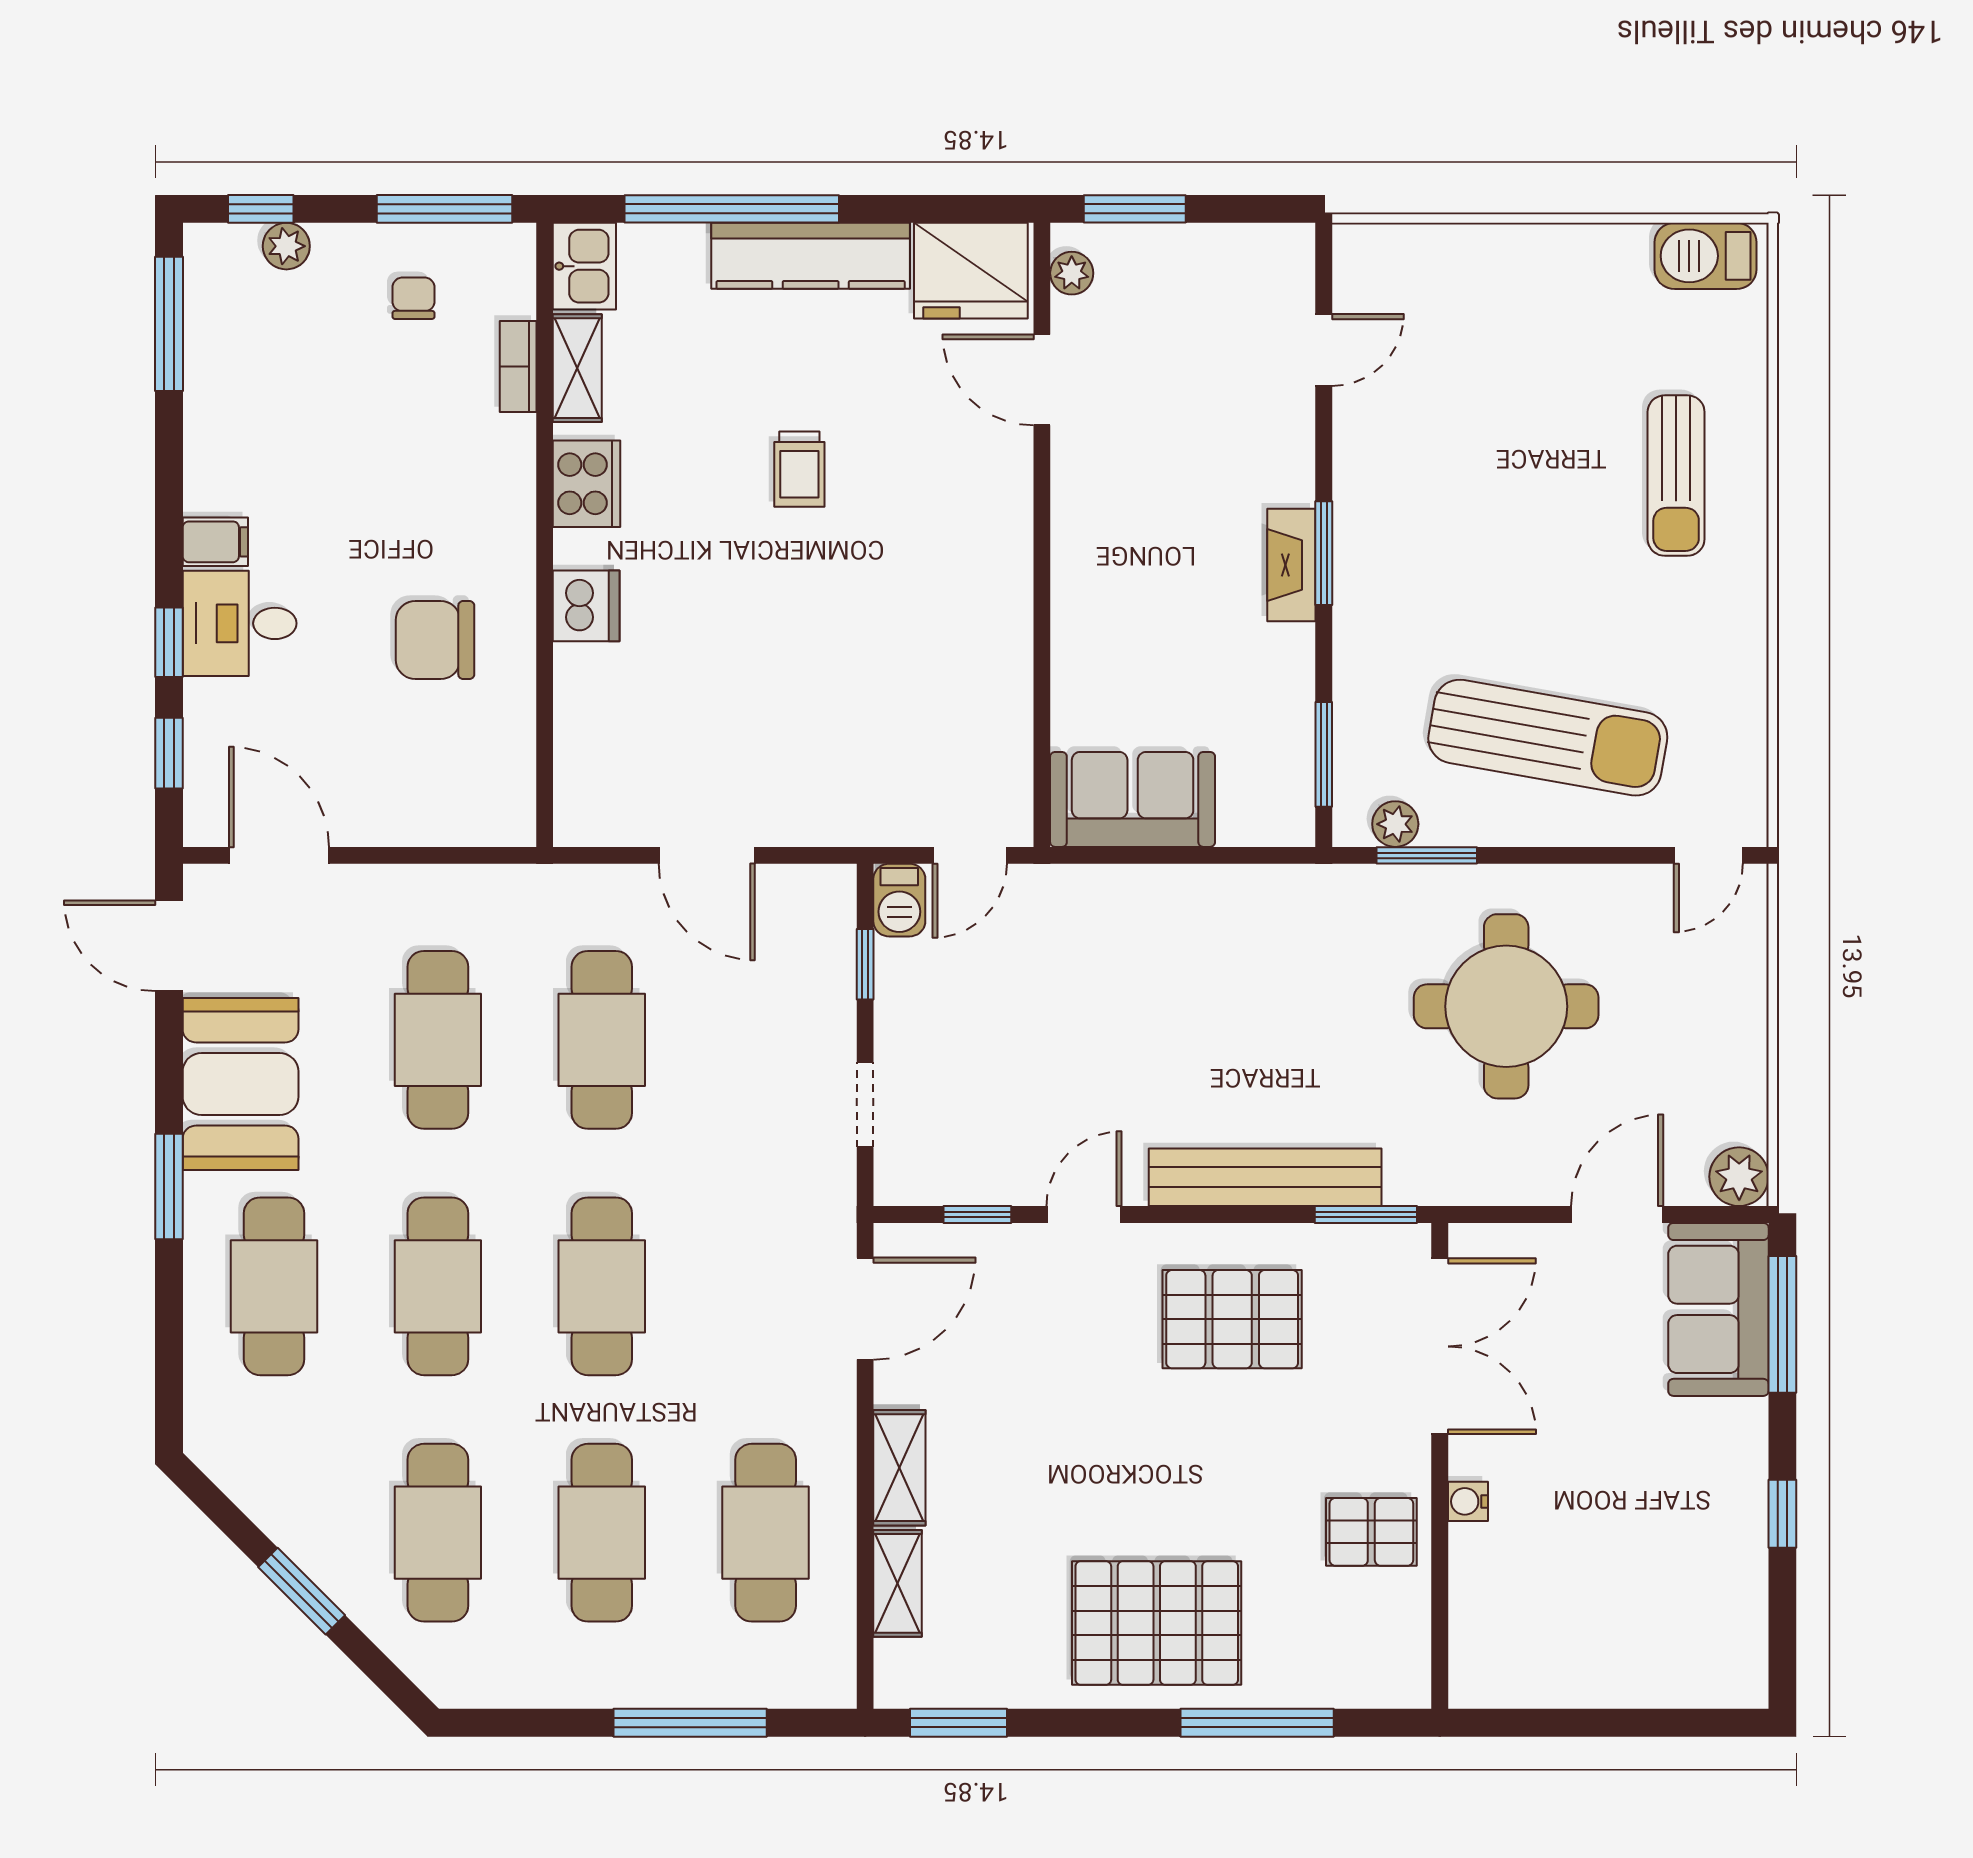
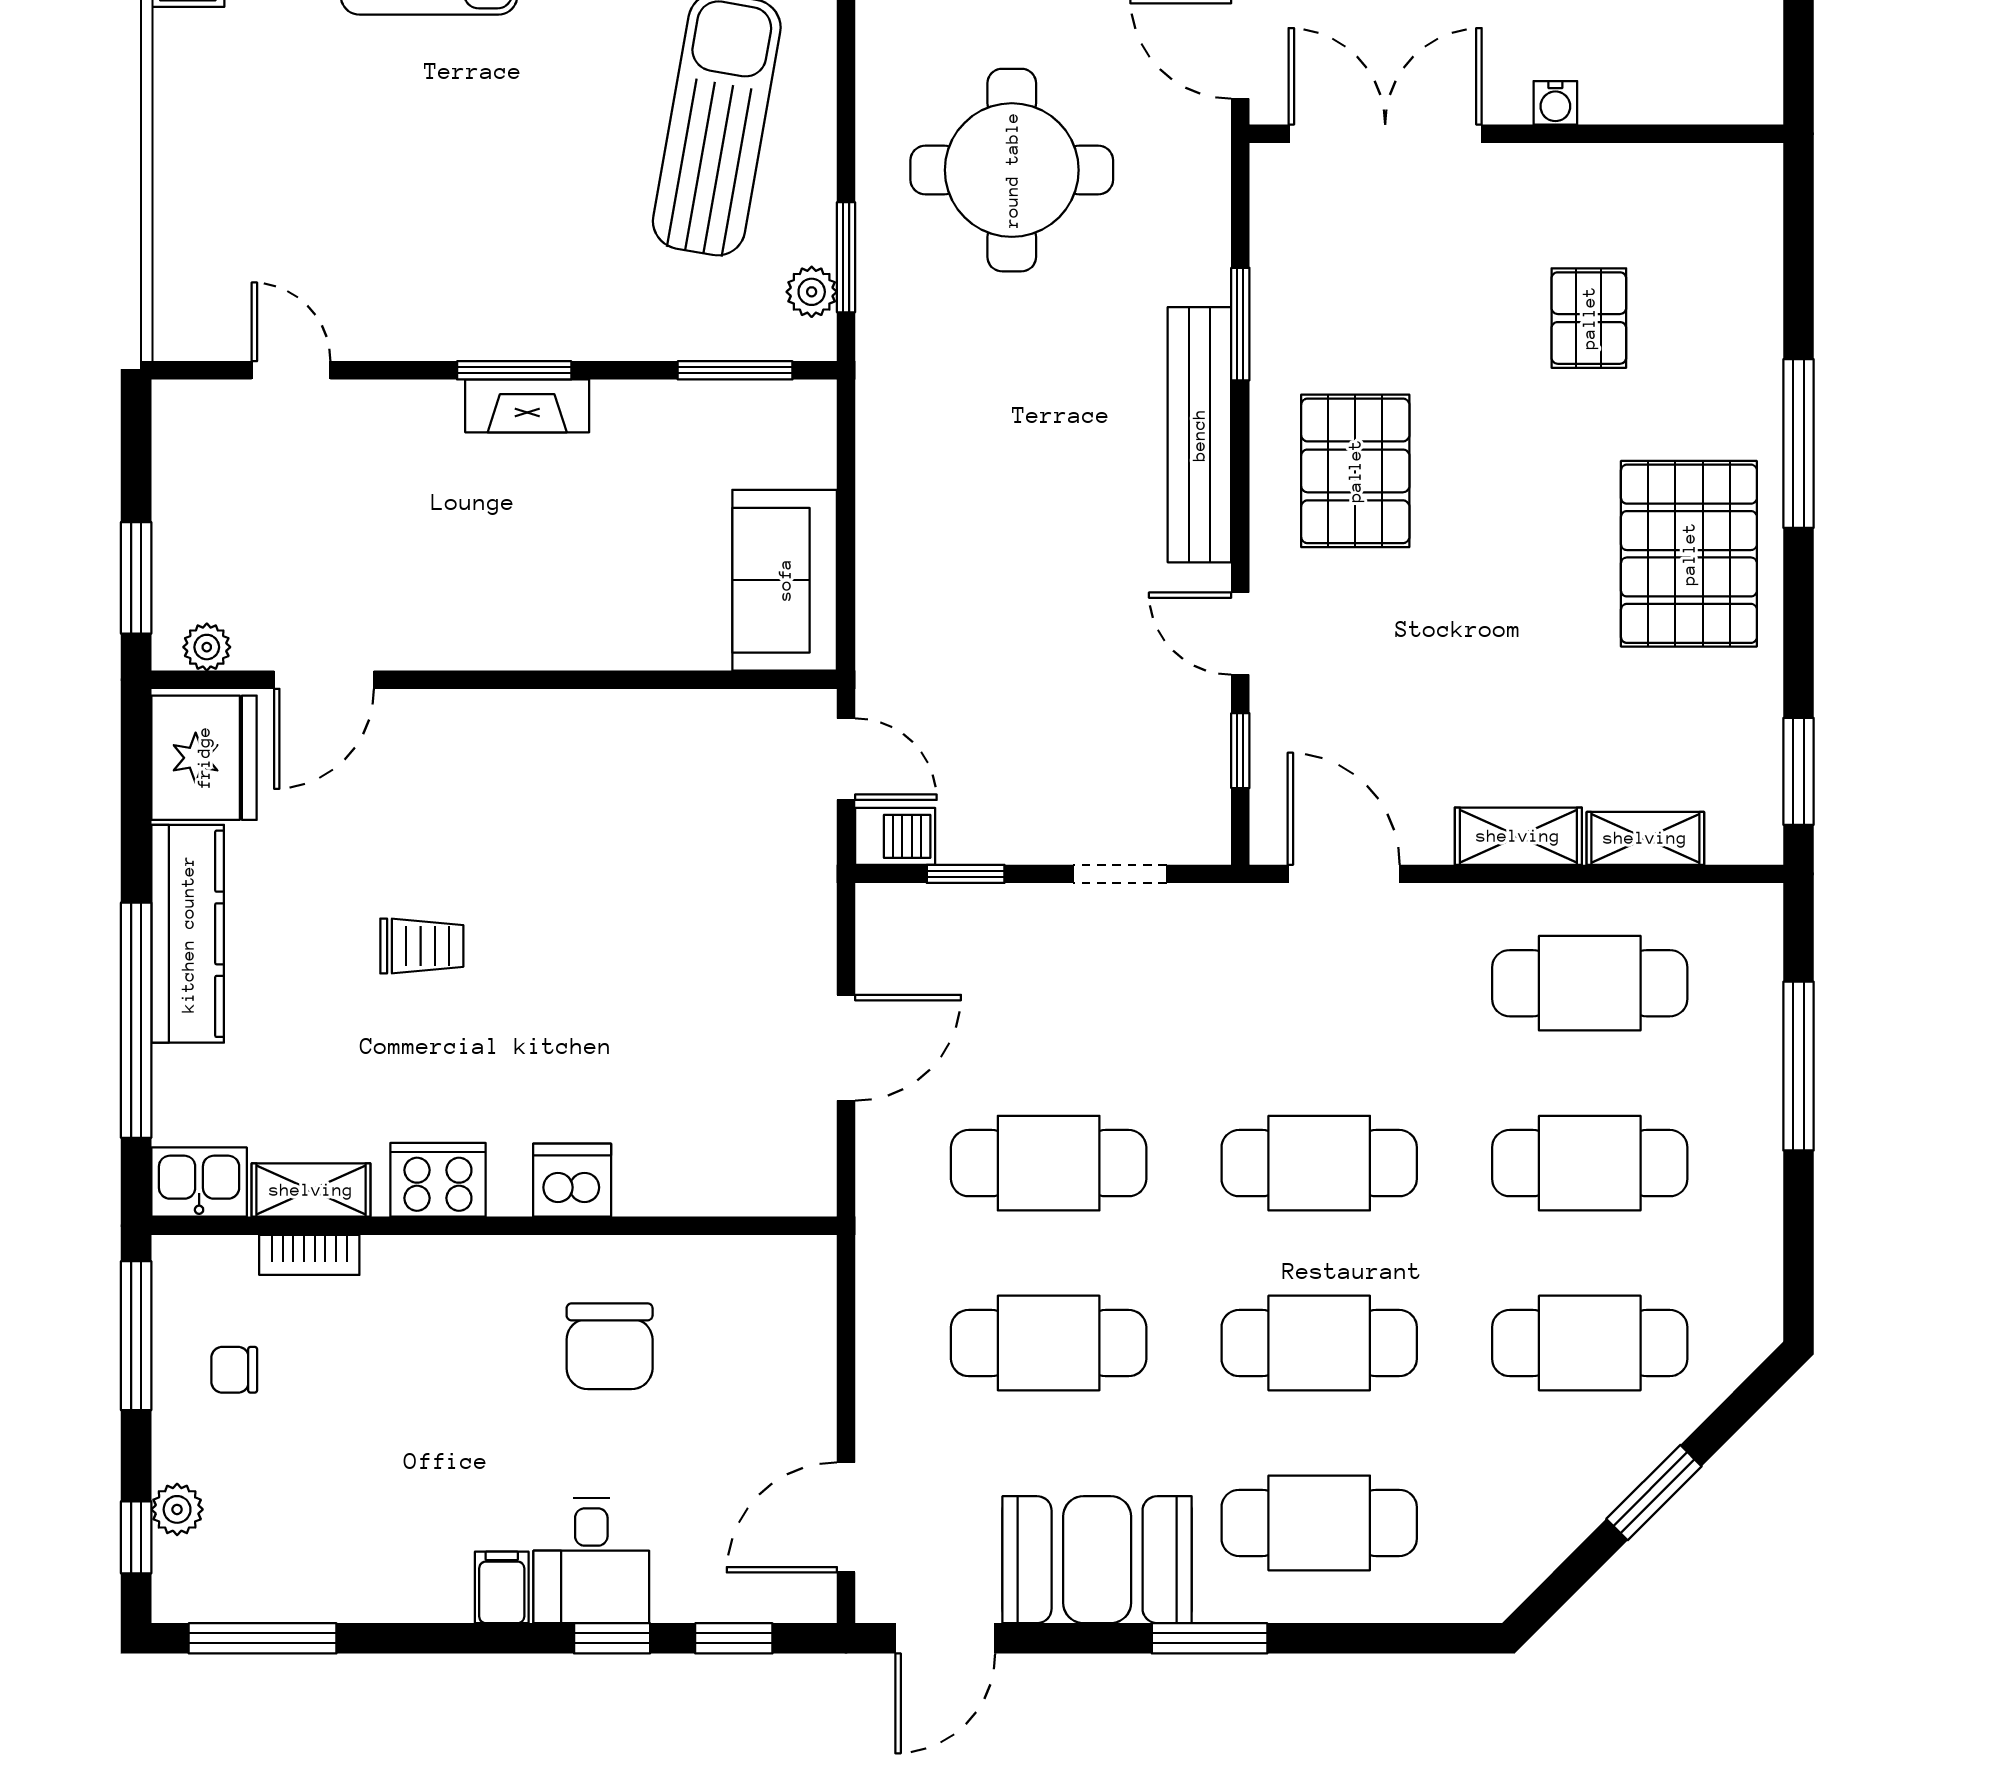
double door: (1440, 1346) -> (1385, 134), moved
wall: (1440, 1466) -> (1516, 134), moved
water cooler: (1468, 1501) -> (1555, 103), moved

